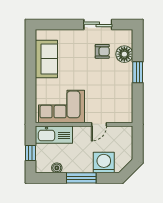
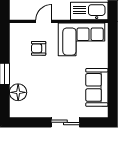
sliding door: (98, 24) -> (65, 122), moved
armchair: (102, 51) -> (39, 48), moved

